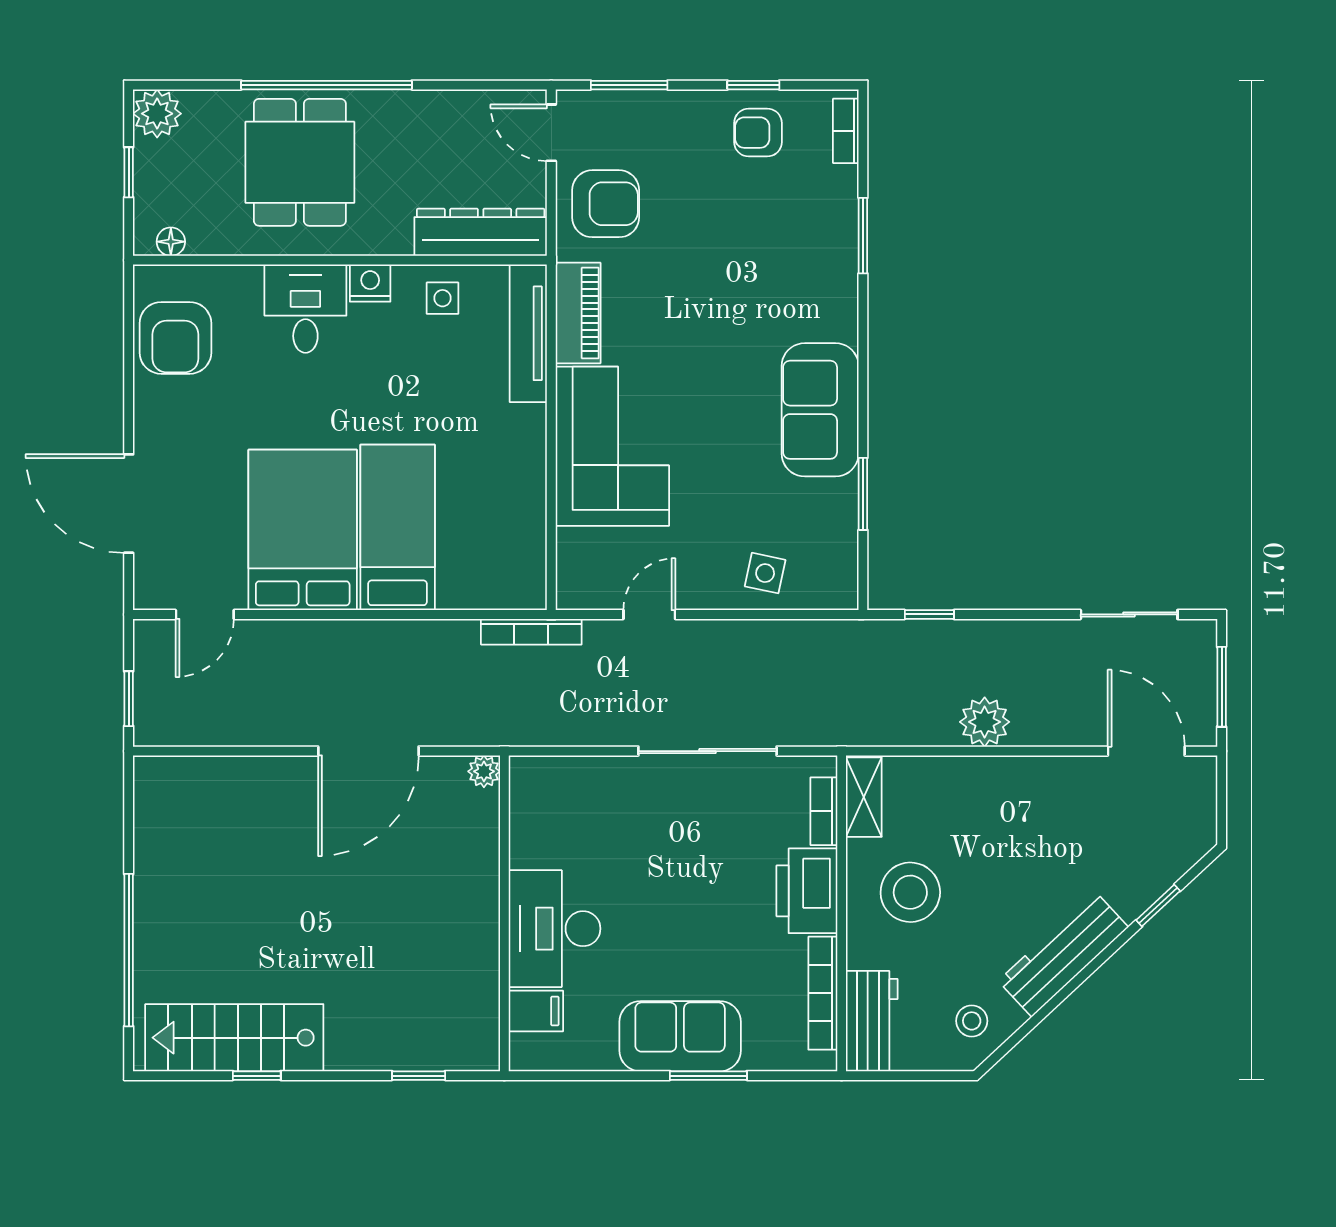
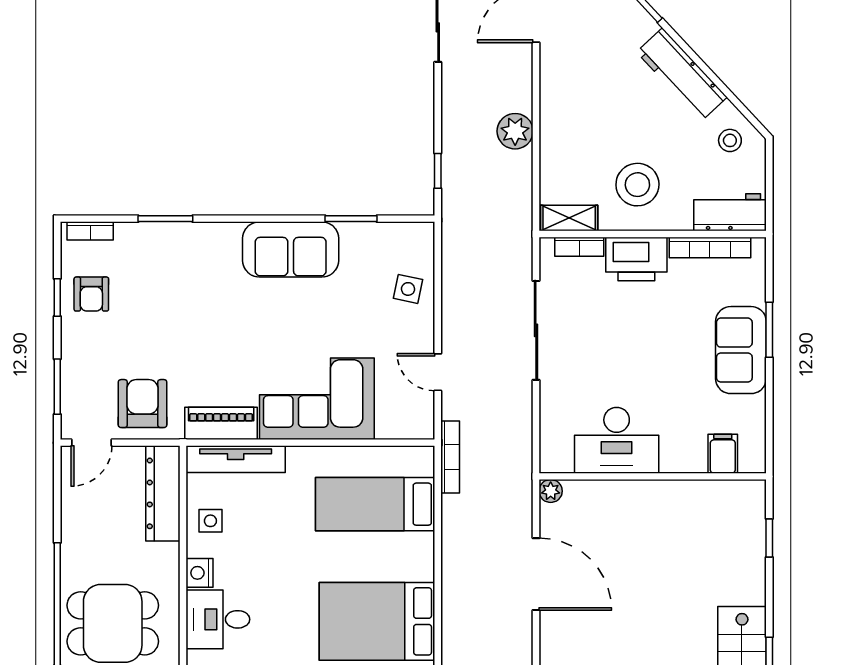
bed: (398, 527) -> (375, 504), moved
desk: (554, 929) -> (617, 440), moved

